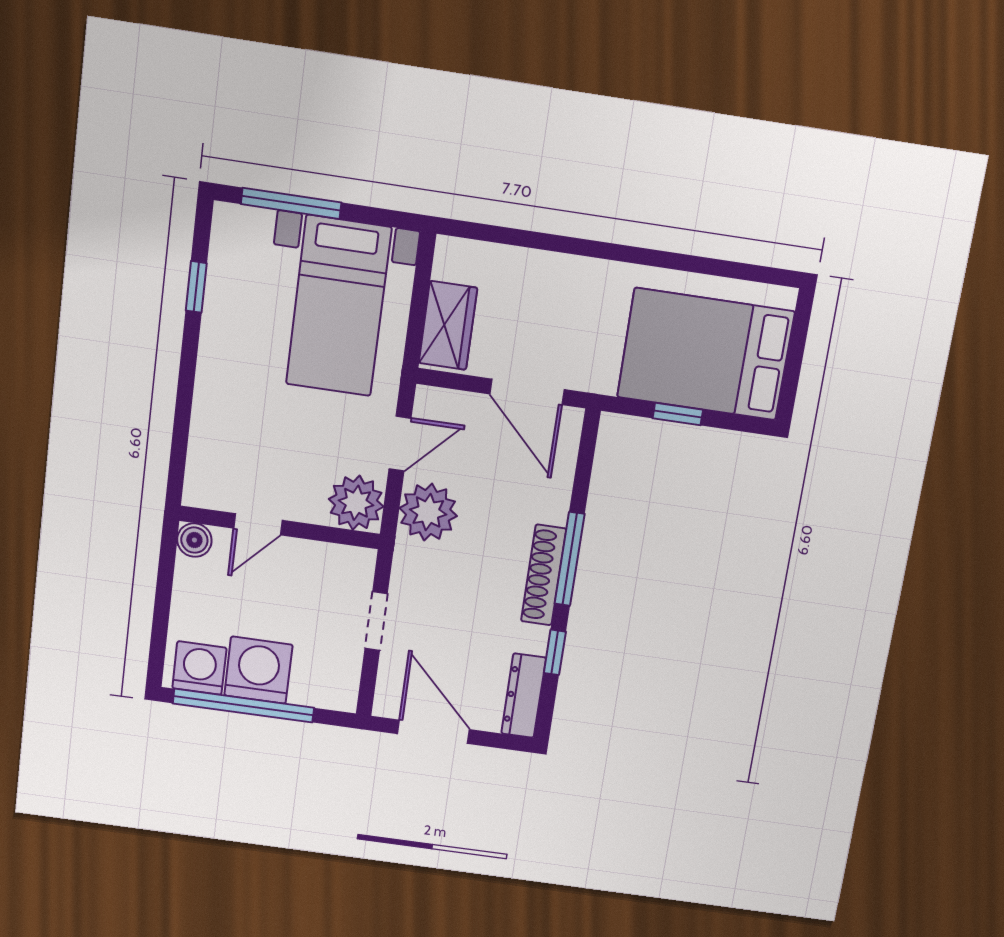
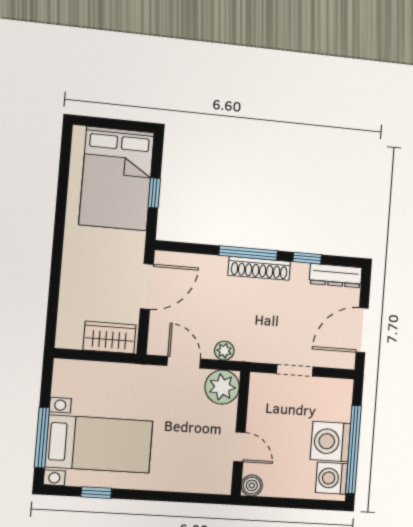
bed with nightstands: (339, 306) -> (99, 444), moved
plant: (428, 512) -> (224, 351), width x0.53, depth x0.53

